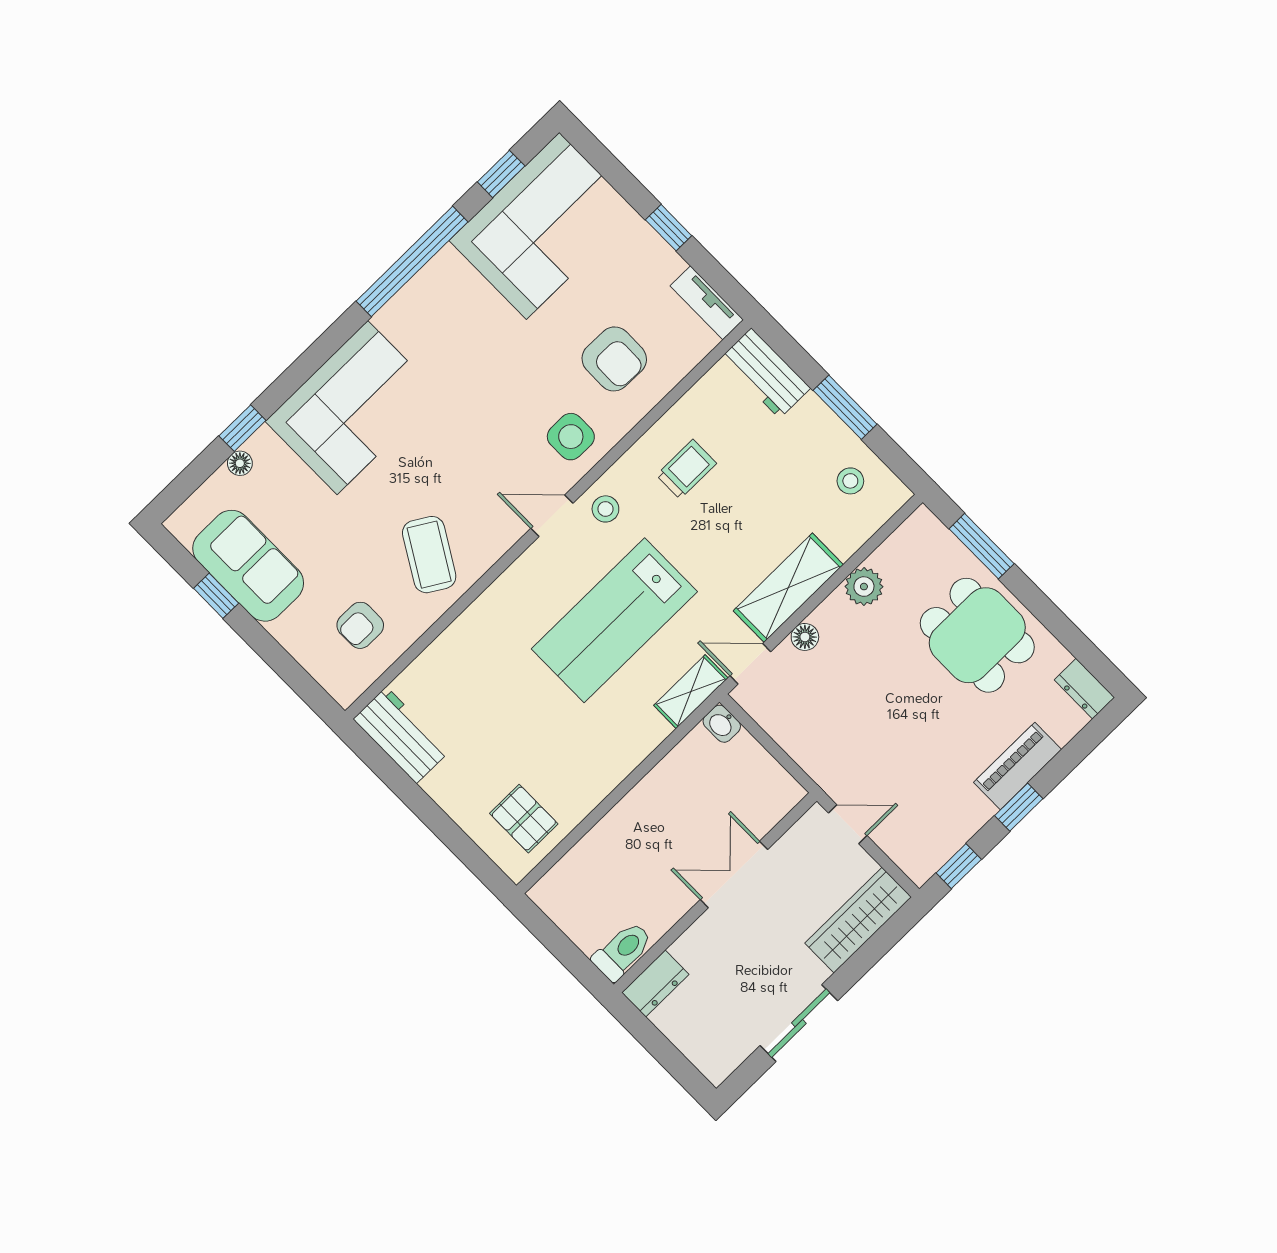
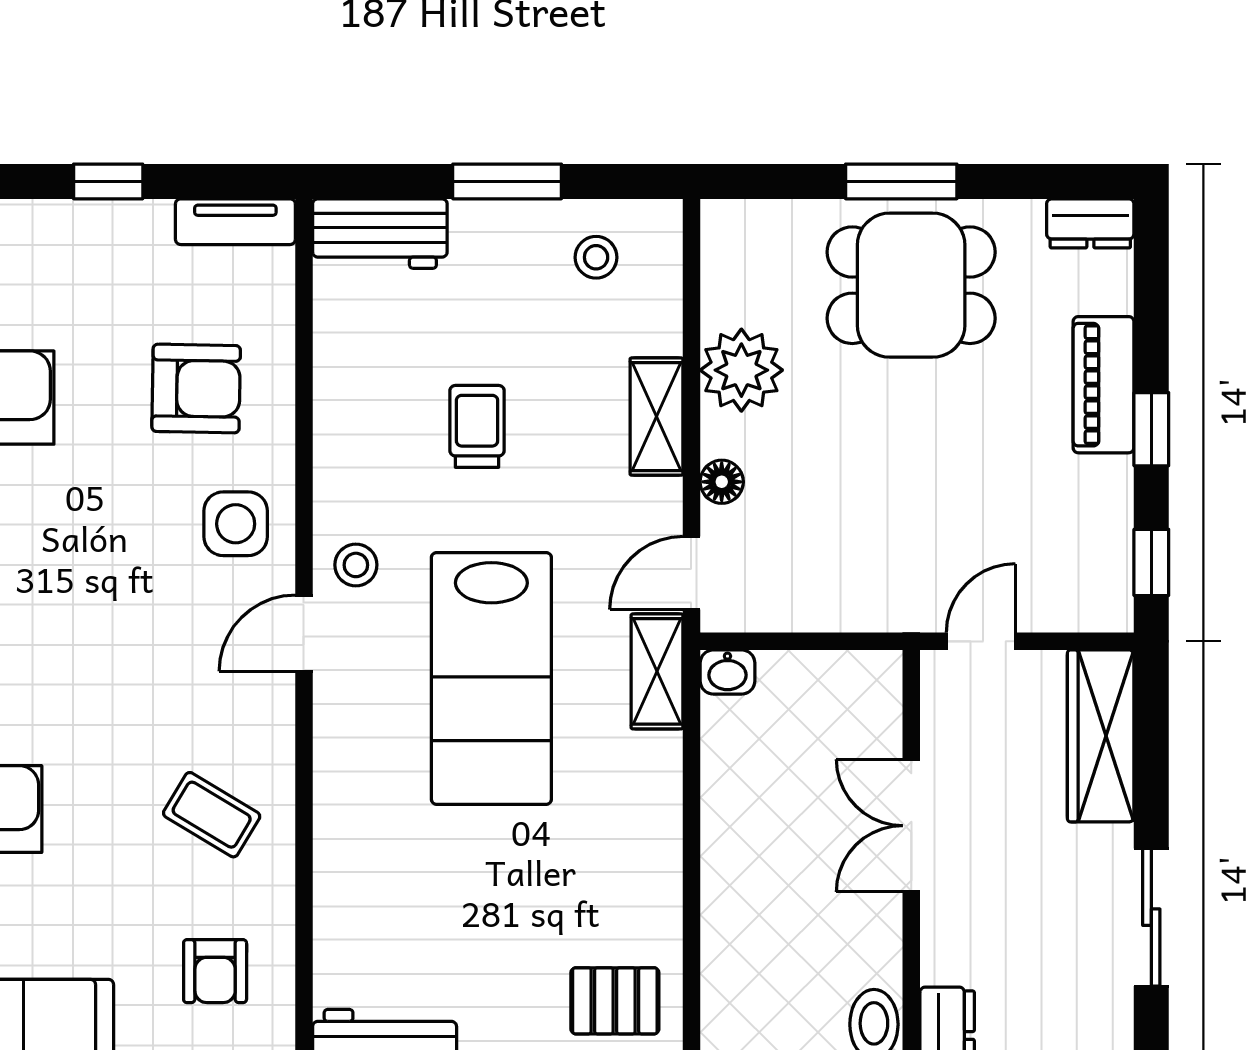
trolley: (686, 469) -> (477, 426), moved
window: (982, 546) -> (901, 181), moved
coffee table: (429, 555) -> (212, 815), width x0.73, depth x0.77
plant: (864, 587) -> (741, 370), width x1.36, depth x1.36
shelving: (788, 588) -> (656, 417), width x0.67, depth x0.75

